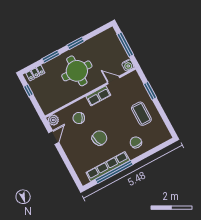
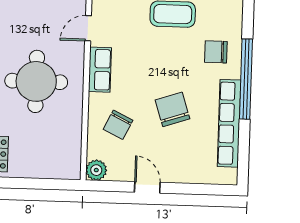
window: (28, 91) -> (22, 183), removed
door: (54, 138) -> (147, 187), moved
window: (114, 172) -> (246, 79), moved

